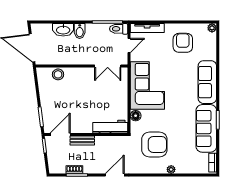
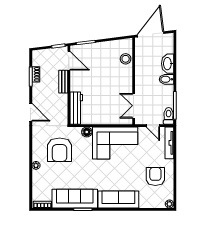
armchair: (183, 43) -> (155, 176), turned -90

